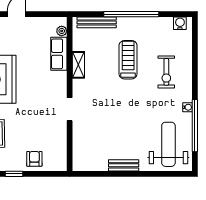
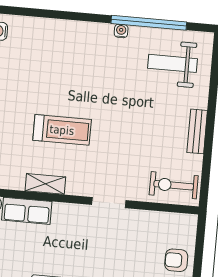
treadmill: (128, 60) -> (62, 130), moved, turned 180
exercise bike: (166, 72) -> (174, 185), moved, turned 180
weight bench: (168, 144) -> (172, 63), width x0.73, depth x0.75

